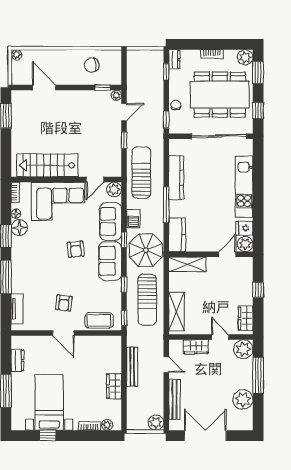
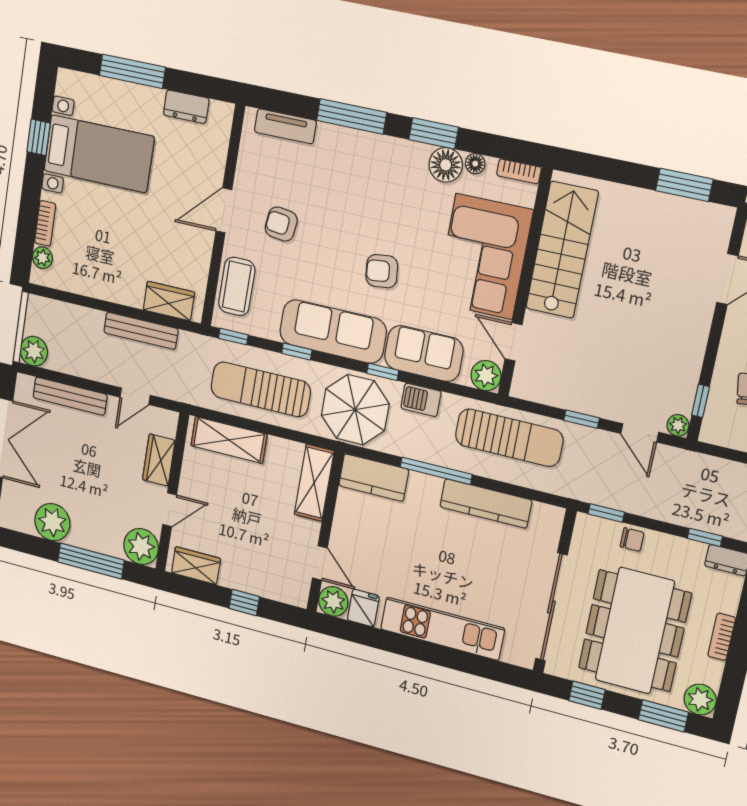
sofa: (110, 261) -> (333, 332), width x1.36
wardrobe: (114, 386) -> (169, 301), moved

